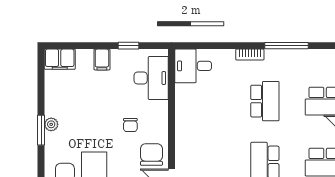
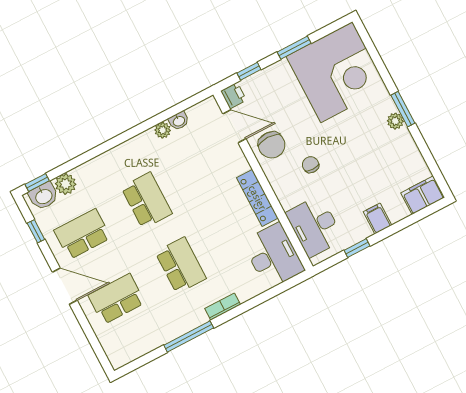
desk: (193, 66) -> (273, 256), width x1.37
school desk: (265, 101) -> (181, 265), turned 180
locker: (182, 121) -> (257, 198), added

